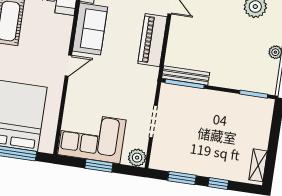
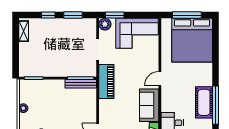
piano: (152, 40) -> (106, 82), moved
window: (99, 166) -> (115, 15), moved

